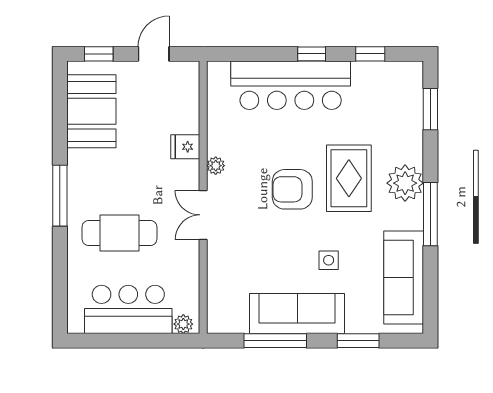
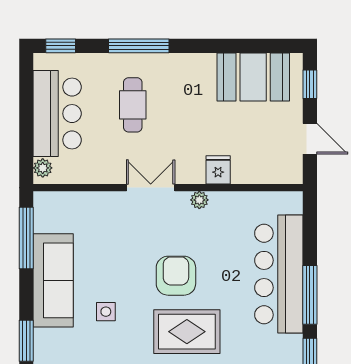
window: (312, 54) -> (310, 295), width x2.17
window: (60, 196) -> (139, 46), moved
cafe table: (119, 233) -> (133, 105), width x0.73, depth x0.74
window: (60, 306) -> (61, 46), added
window: (275, 341) -> (26, 238), moved

